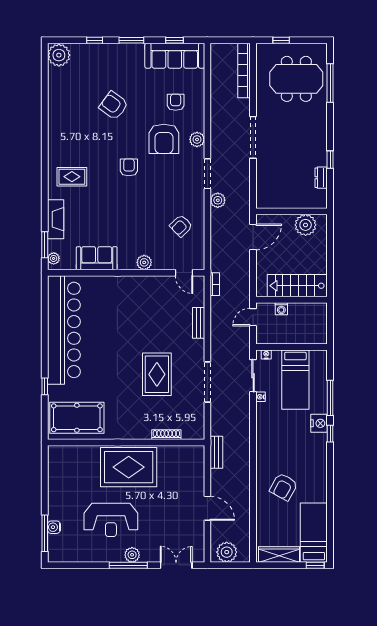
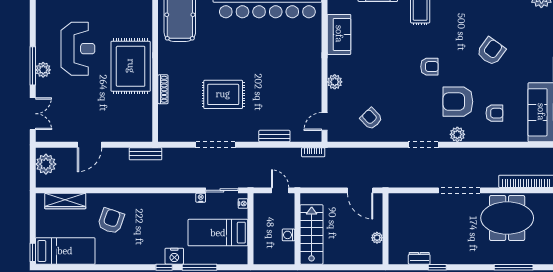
meeting table: (296, 79) -> (507, 218), moved, turned 90
plant: (218, 200) -> (397, 155), removed
plant: (306, 225) -> (377, 238), width x0.53, depth x0.53
washing machine: (281, 309) -> (289, 235), moved
shoe rack: (166, 435) -> (163, 89), moved
armchair: (284, 487) -> (111, 221), turned 80
reception desk: (111, 520) -> (78, 49), turned 180
wardrobe: (279, 554) -> (65, 201), moved, turned 90

